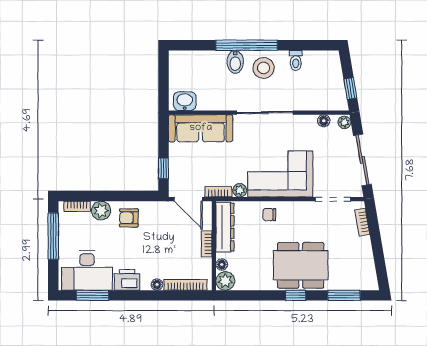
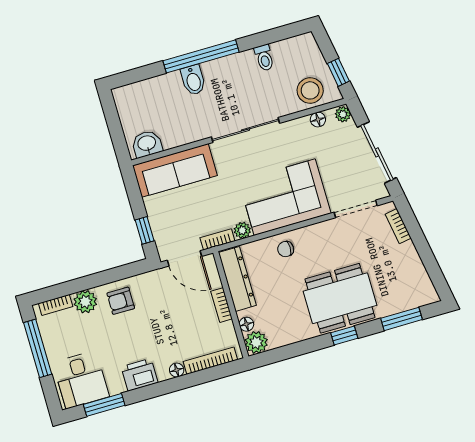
stool: (264, 68) -> (310, 90), moved
desk: (87, 270) -> (81, 380), width x0.73

